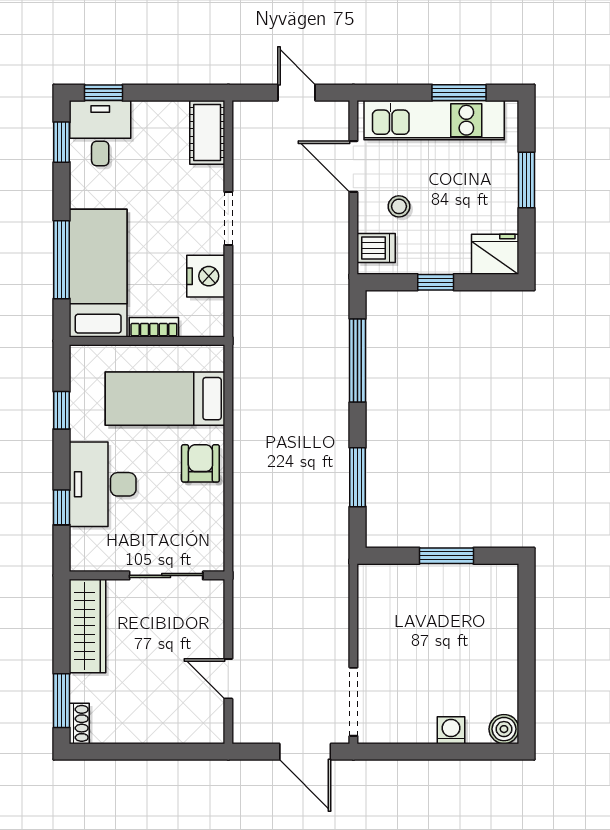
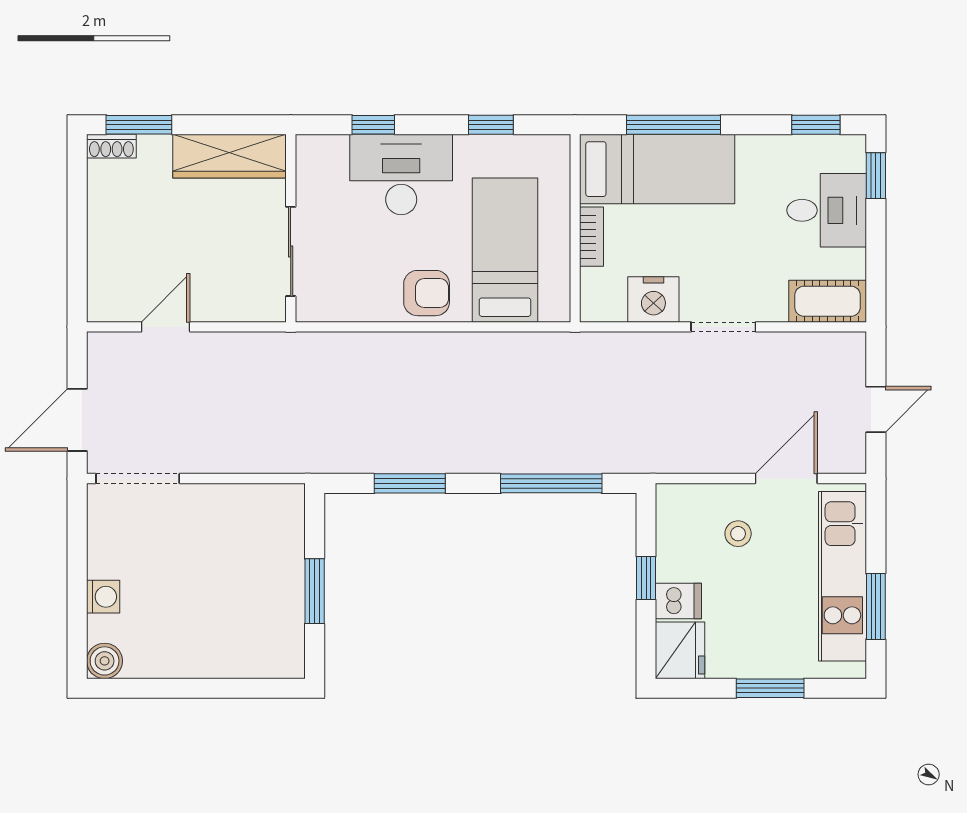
desk: (100, 133) -> (827, 210), moved
dishwasher: (376, 248) -> (678, 601), moved, turned -90

